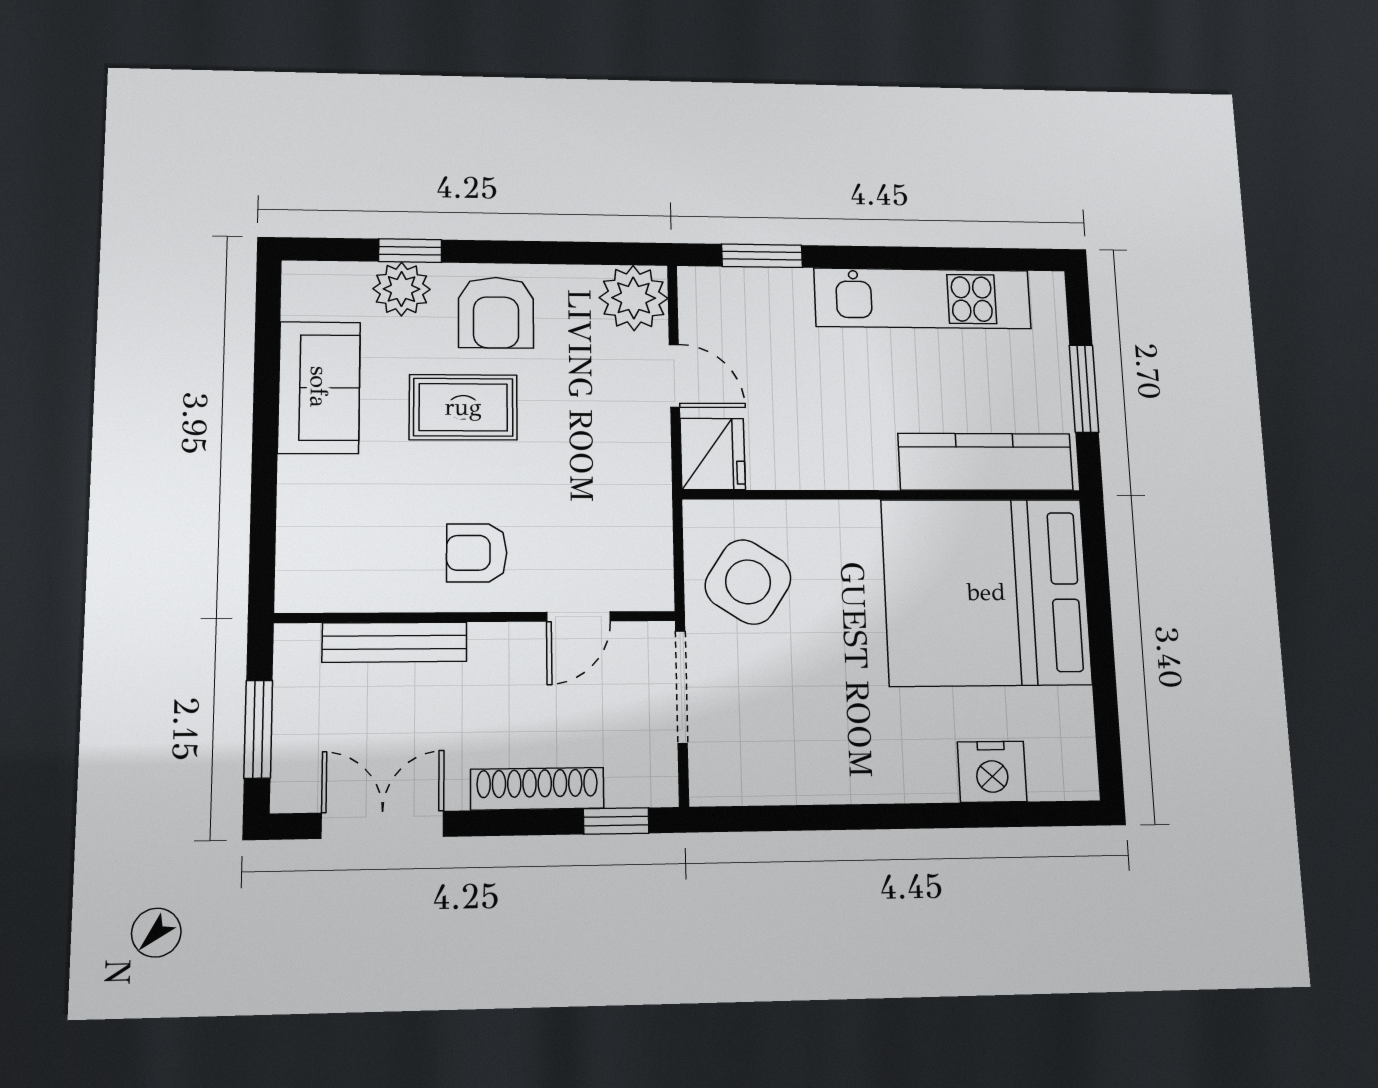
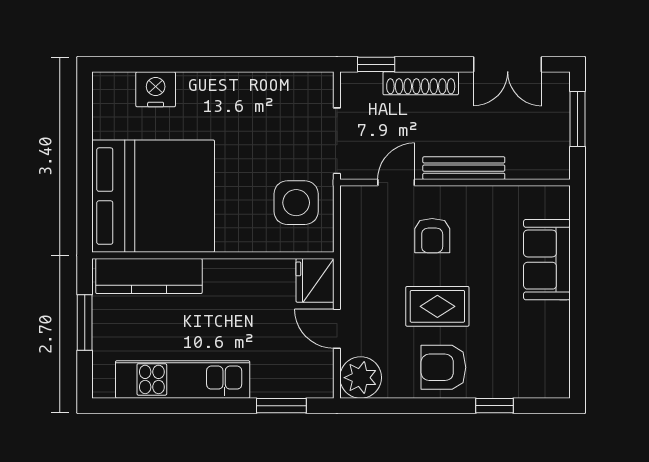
plant: (402, 289) -> (499, 381), removed
armchair: (496, 312) -> (443, 367), turned -90
sofa: (319, 387) -> (547, 260), moved
rug: (463, 407) -> (437, 306), moved
armchair: (477, 553) -> (432, 236), moved, turned 90
side table: (748, 582) -> (296, 203), turned -33
bench: (395, 642) -> (464, 168), moved

